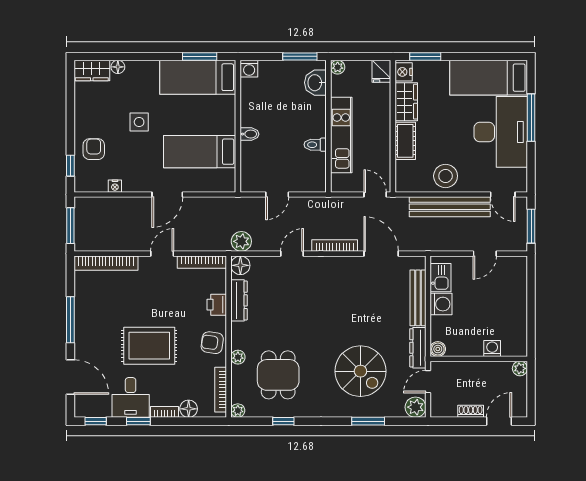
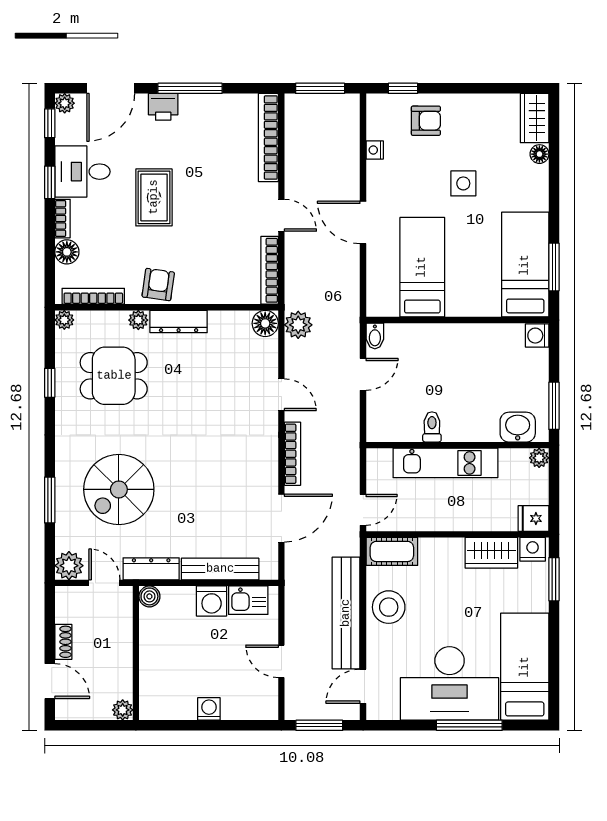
bidet: (249, 134) -> (375, 336), moved
cot: (405, 141) -> (392, 551), moved
door: (277, 195) -> (363, 374), swing flipped
dresser: (239, 300) -> (179, 322), moved
printer: (217, 305) -> (163, 107), moved, turned 180
rug: (149, 346) -> (154, 197), width x0.73, depth x0.70
washing machine: (492, 348) -> (209, 709), moved, turned -90
plant: (81, 410) -> (65, 103), added

